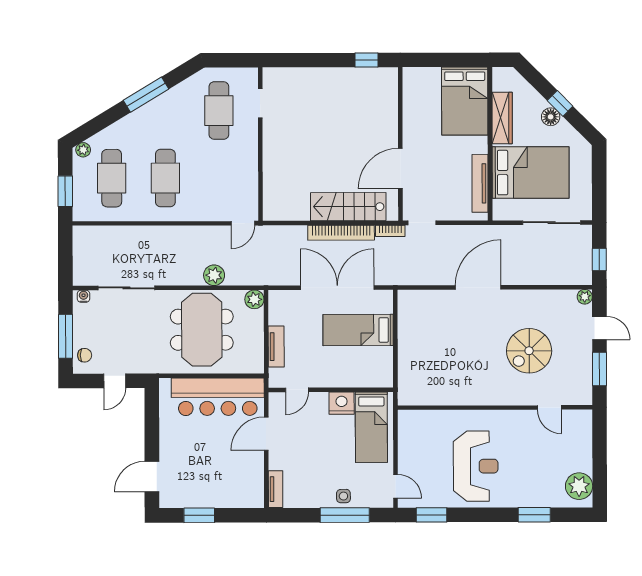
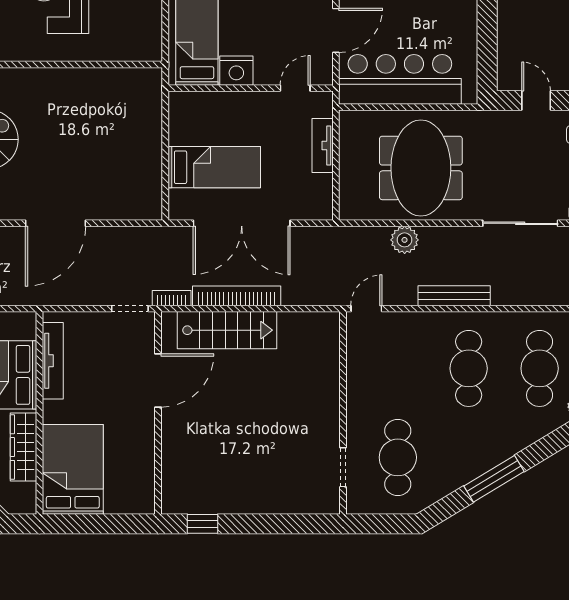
bench: (177, 233) -> (454, 296), added
plant: (254, 299) -> (351, 208), removed
door: (115, 381) -> (536, 100), hinge flipped

